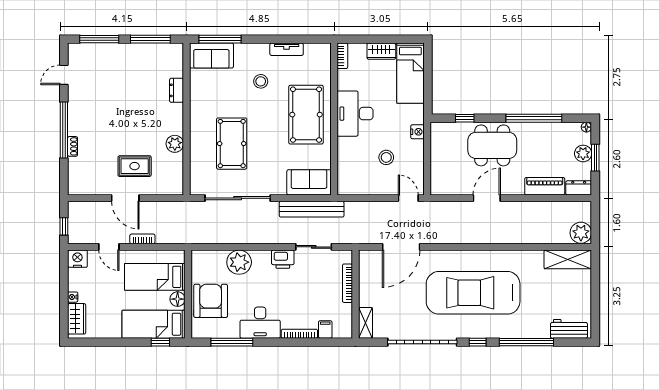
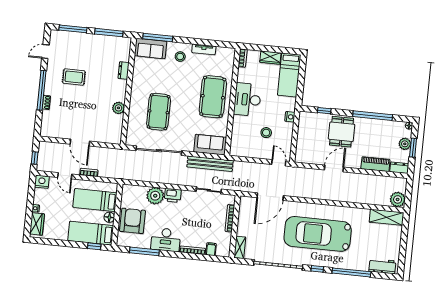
stool: (261, 81) -> (180, 57), moved
dining table: (492, 145) -> (342, 132), width x0.73
rug: (135, 166) -> (74, 77), moved
printer: (283, 259) -> (173, 195), moved

